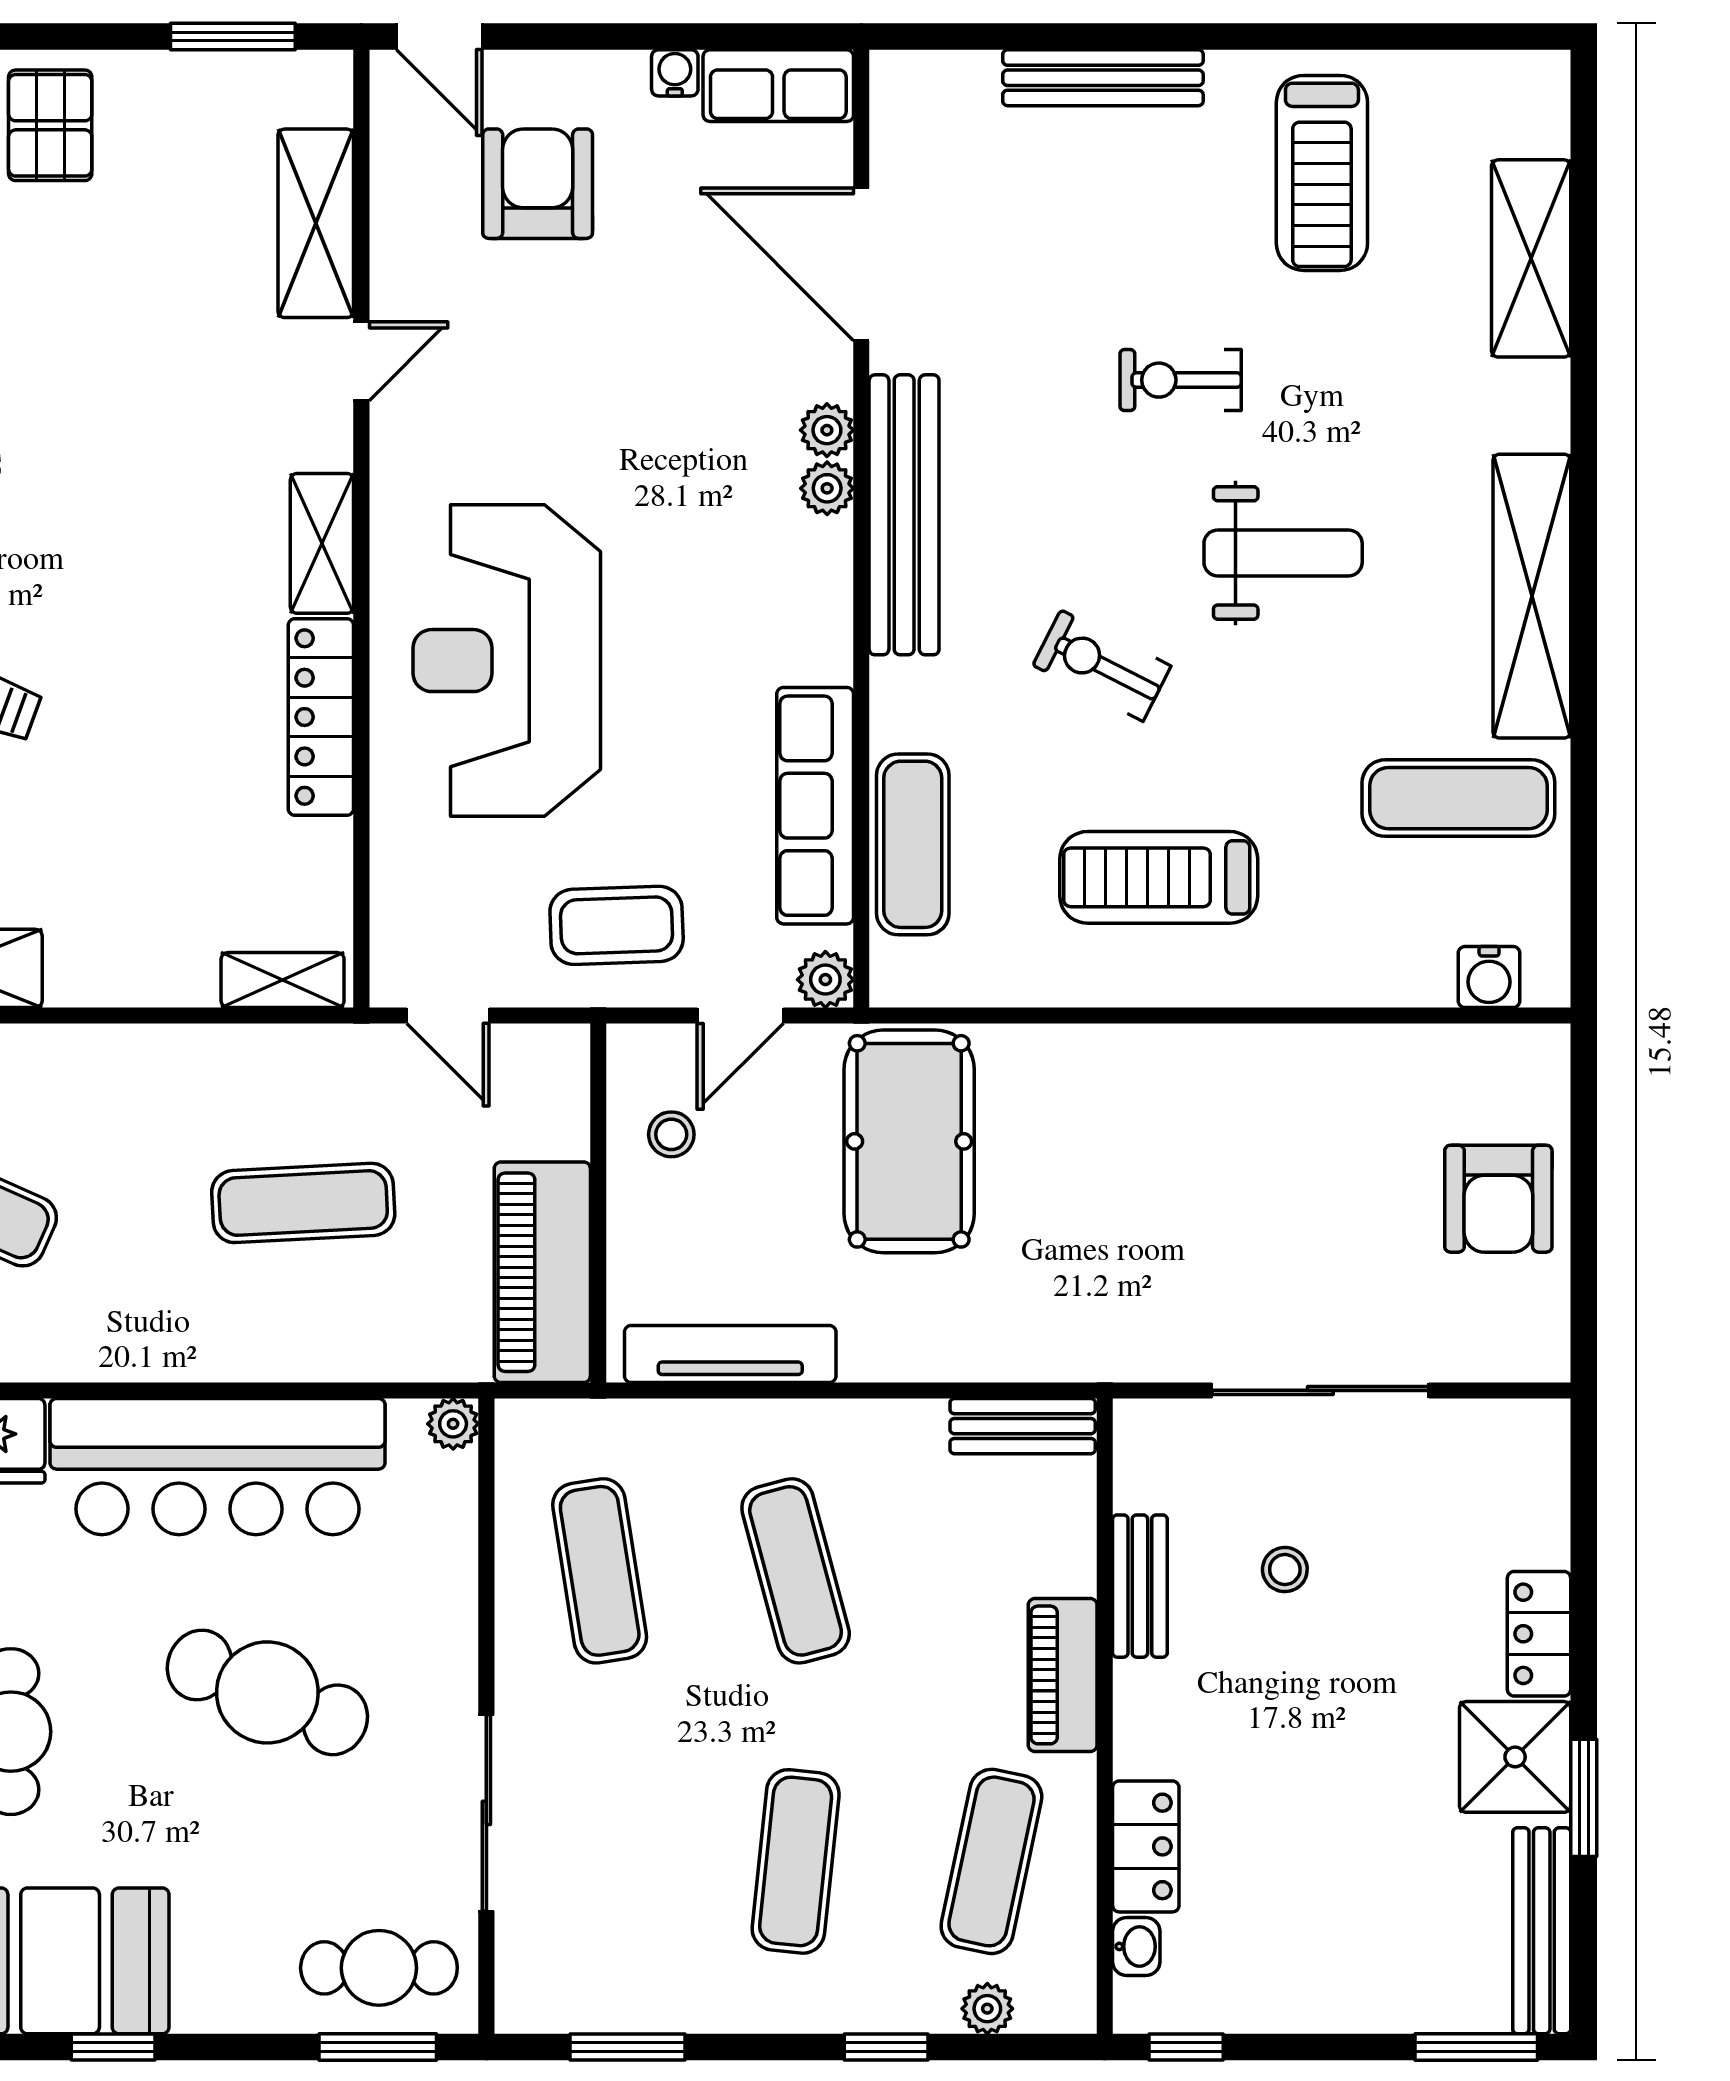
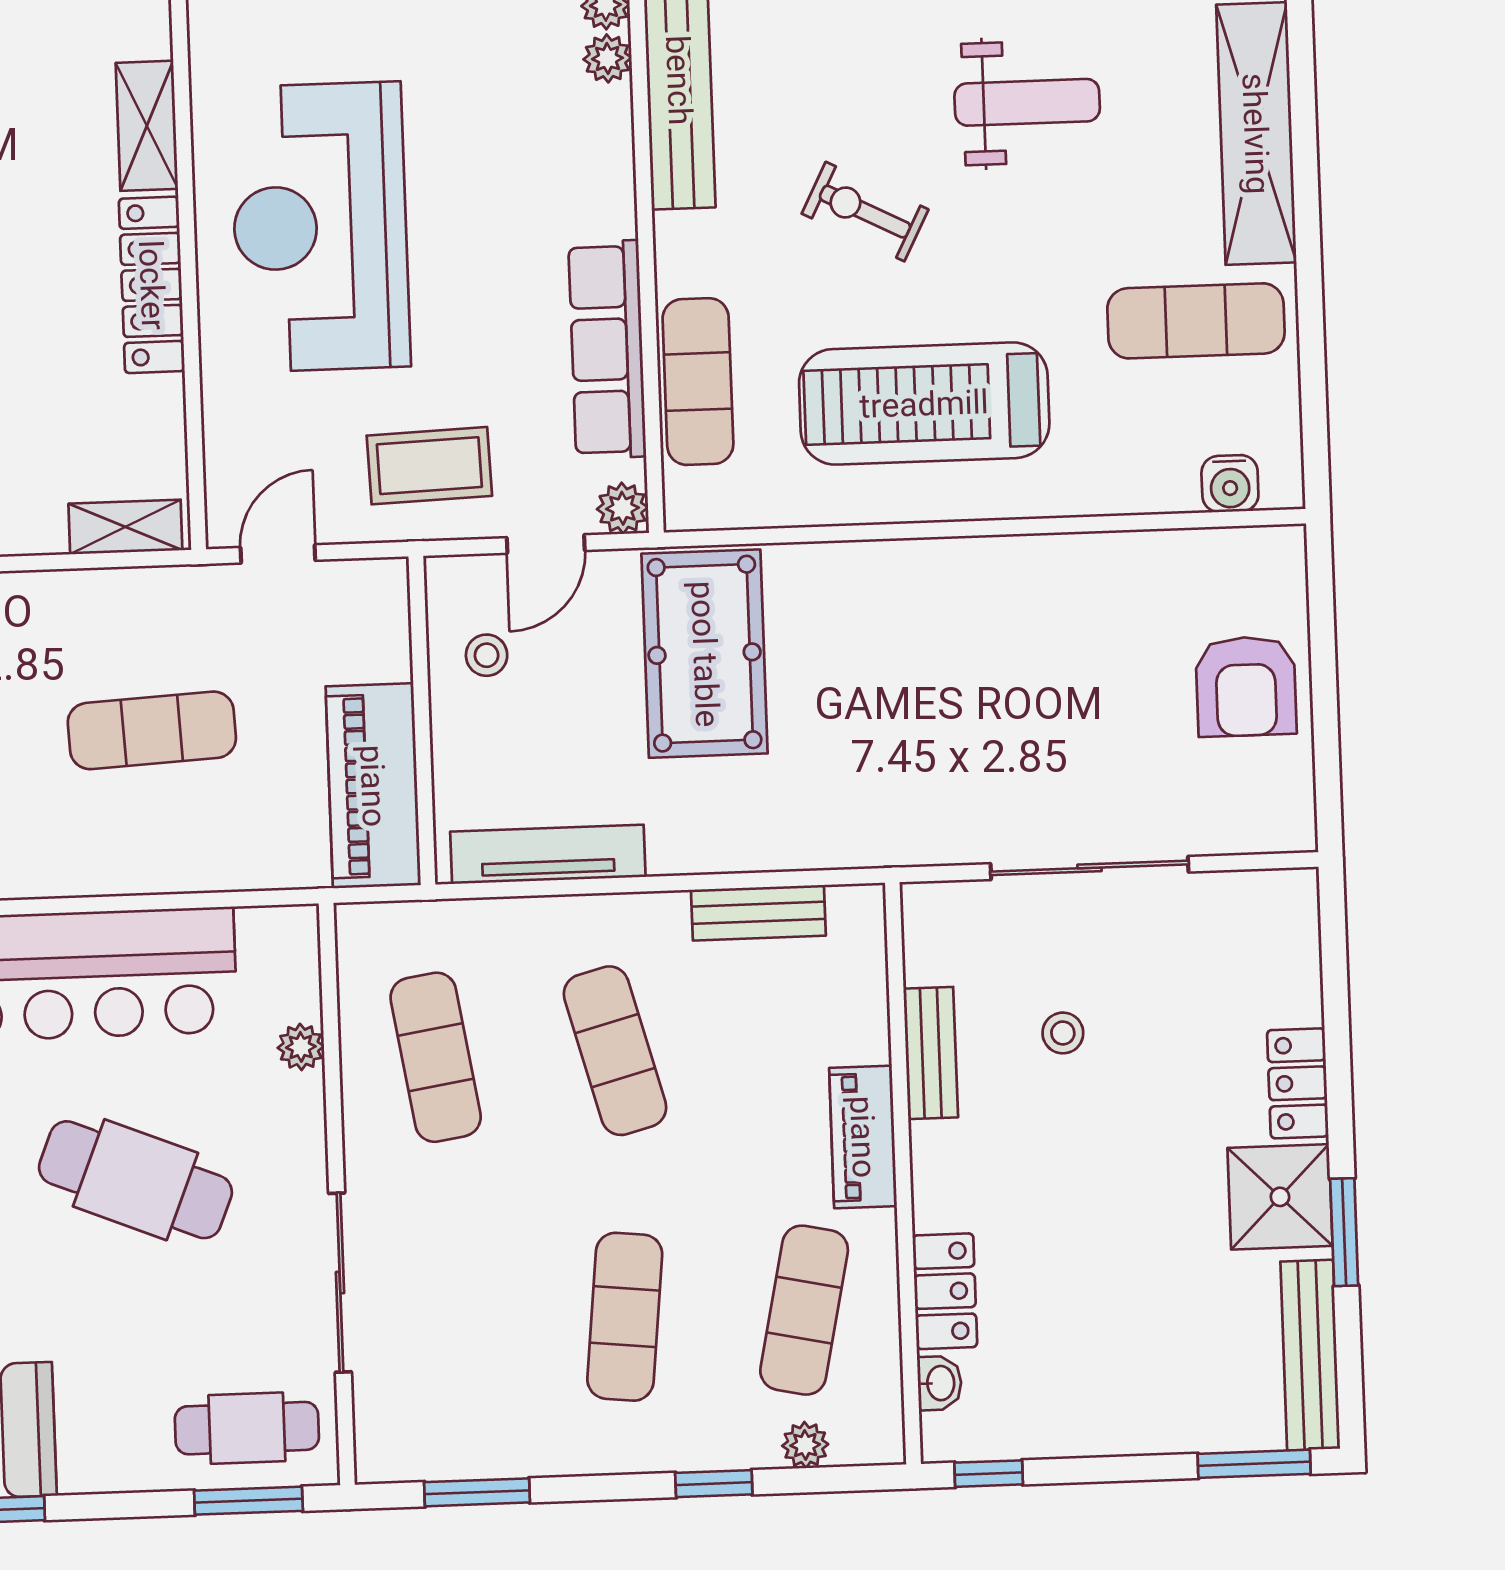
treadmill: (1159, 877) -> (924, 404), width x1.37, depth x1.38
door: (448, 1015) -> (278, 554), swing flipped
plant: (453, 1424) -> (301, 1047), moved
bench: (1023, 1426) -> (758, 913), moved

